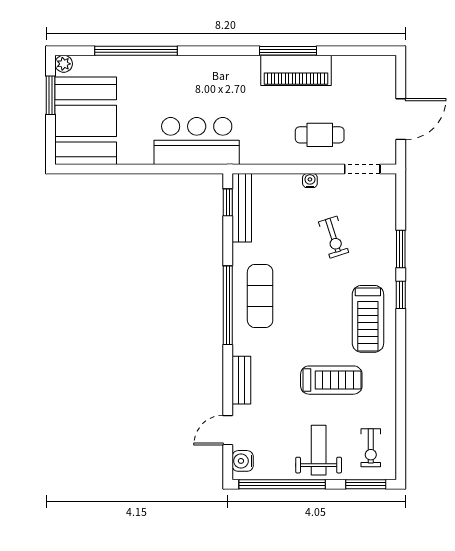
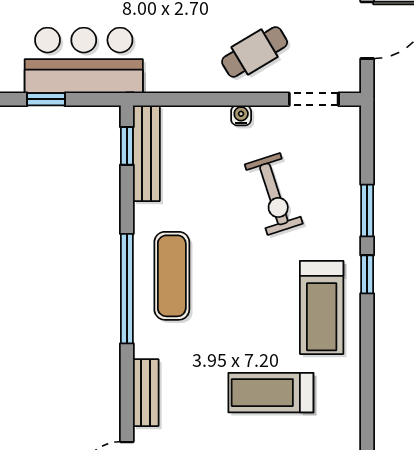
cafe table: (320, 135) -> (255, 52), turned -31
window: (170, 169) -> (46, 99), added
exercise bike: (334, 237) -> (274, 194), width x1.38, depth x1.39
treadmill: (331, 380) -> (271, 393), turned 180

